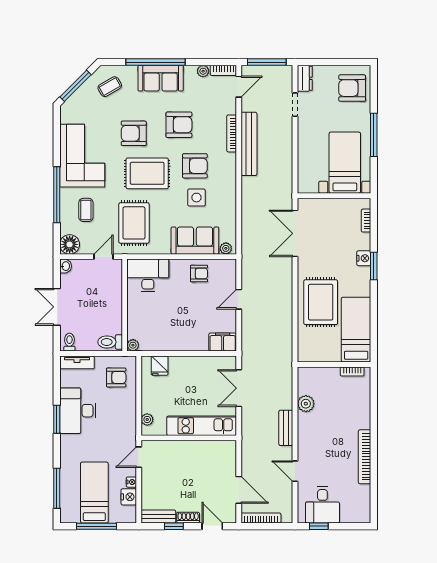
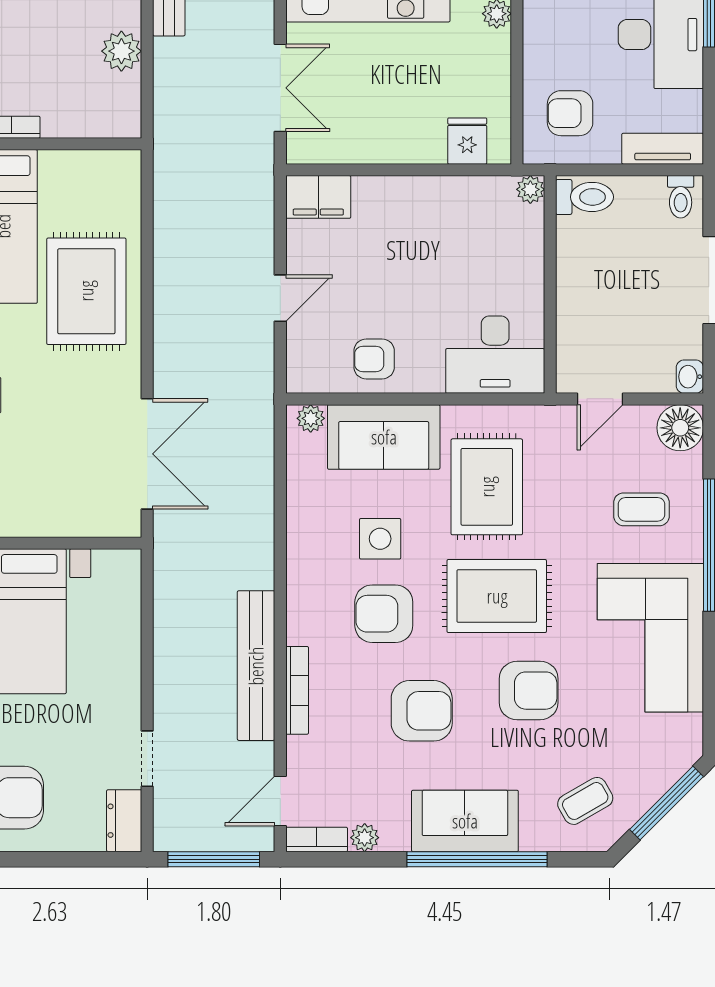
armchair: (179, 125) -> (422, 711), turned 180
coffee table: (86, 210) -> (642, 509), turned 90
rug: (134, 223) -> (487, 487), moved

